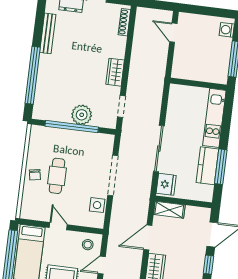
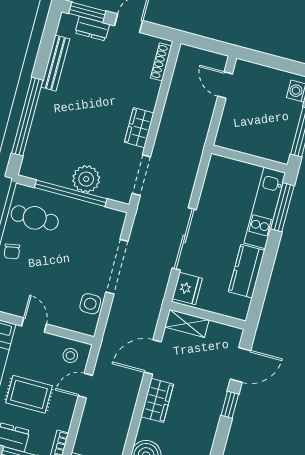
doorway: (121, 106) -> (141, 175), width x1.38
window: (221, 167) -> (282, 207), moved
cafe table: (57, 176) -> (35, 218), moved, turned 90

